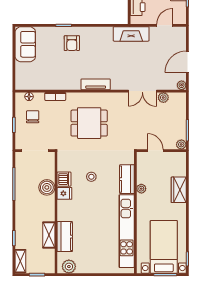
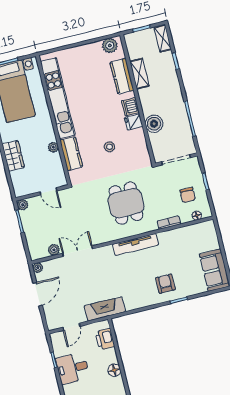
tv unit: (96, 84) -> (136, 244), width x1.41
dining table: (89, 123) -> (126, 203), turned 90
dishwasher: (64, 179) -> (130, 107), moved

